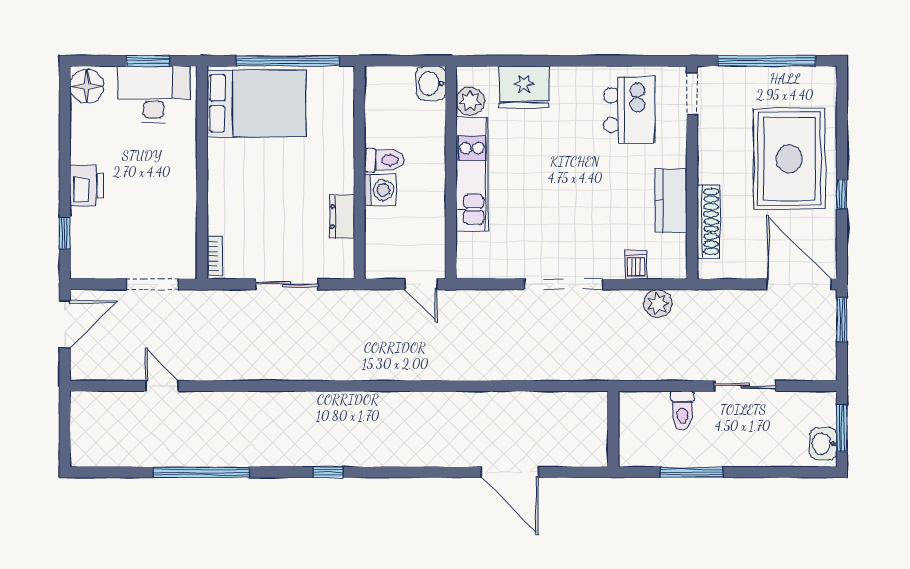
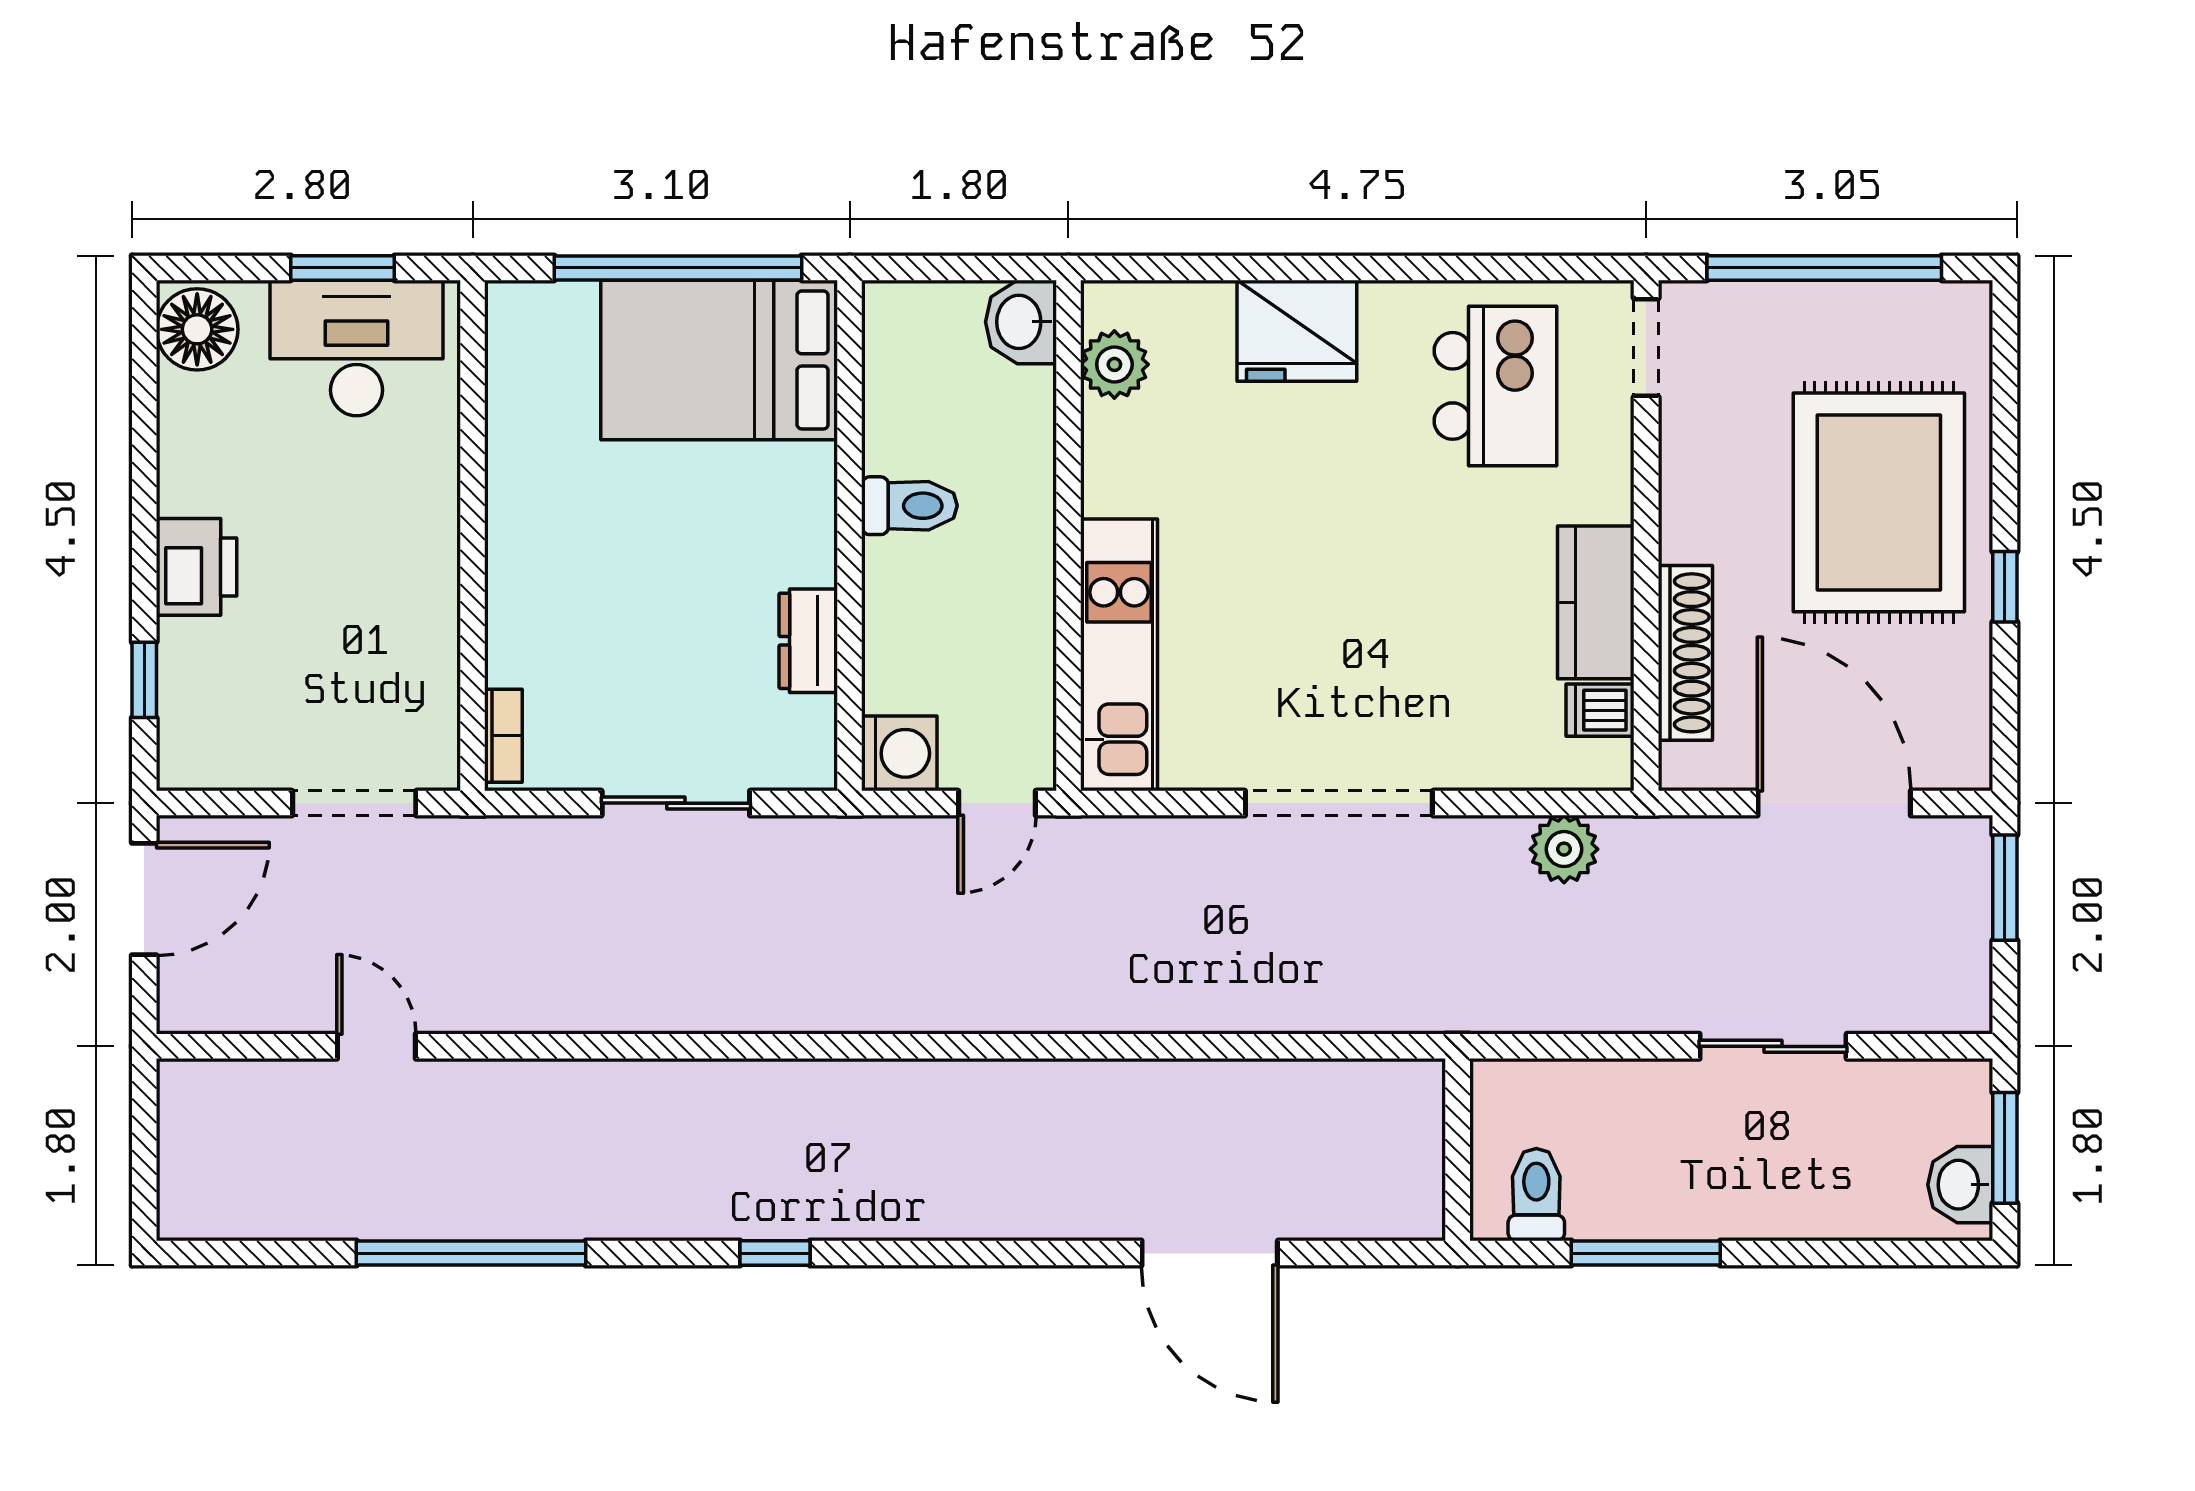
fridge: (524, 87) -> (1297, 331), moved
bed: (256, 103) -> (719, 360), moved, turned 180
kitchen unit: (472, 174) -> (1119, 655), moved
washing machine: (380, 190) -> (899, 753), moved
dishwasher: (636, 265) -> (1600, 710), moved, turned -90
door: (421, 284) -> (997, 803), hinge flipped
door: (799, 284) -> (1834, 803), moved
toilet: (682, 410) -> (1536, 1195), moved, turned 180

